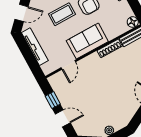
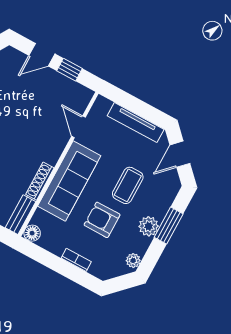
sofa: (87, 41) -> (69, 181), width x1.36

